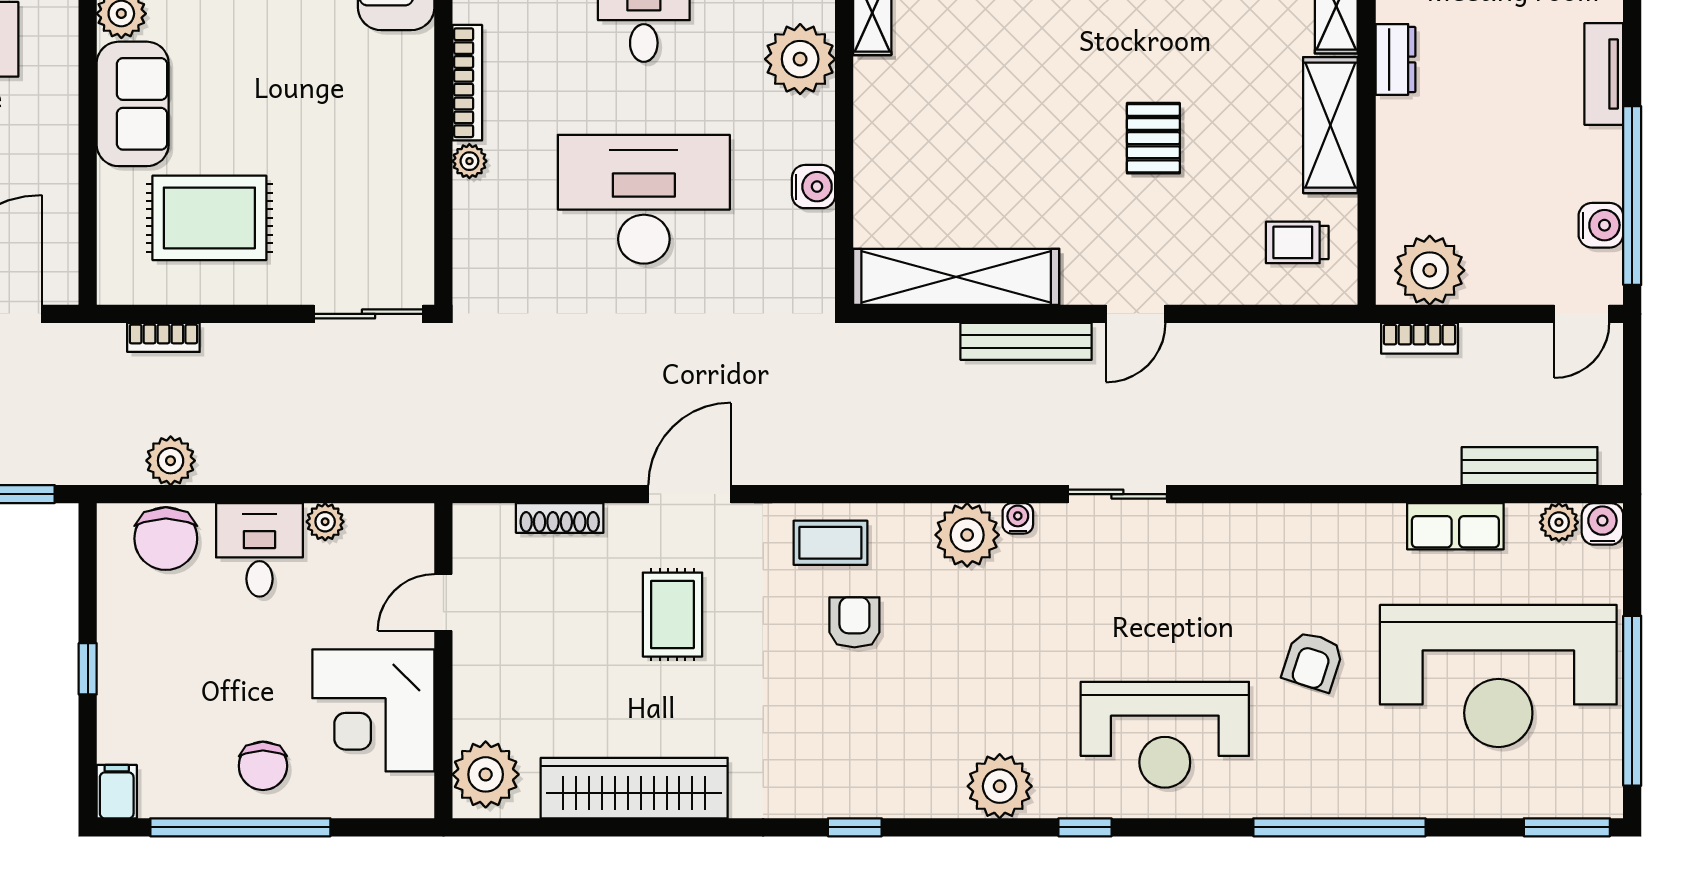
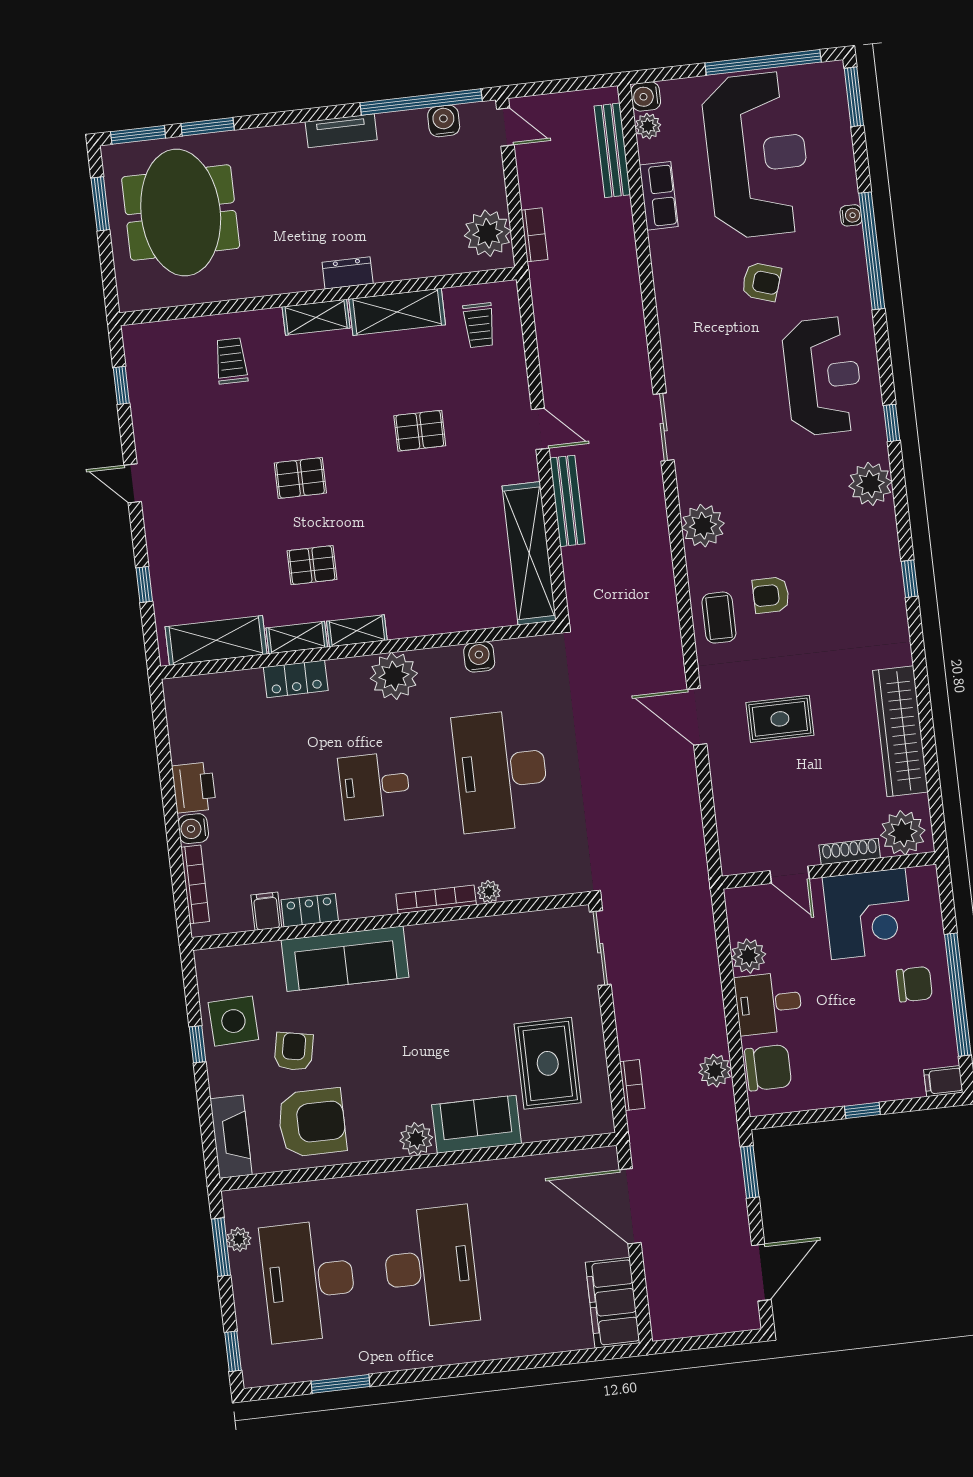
shoe rack: (560, 518) -> (850, 851), moved, turned -90
water cooler: (1018, 518) -> (851, 215), moved, turned 180
plant: (325, 522) -> (748, 956), width x1.38, depth x1.38

